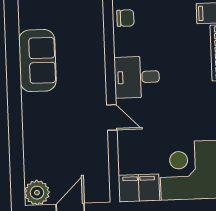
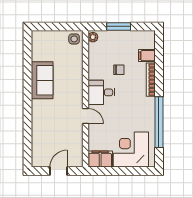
chair: (125, 18) -> (119, 70), moved
plant: (37, 193) -> (39, 160), removed

